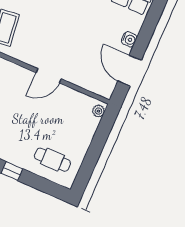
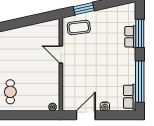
door: (49, 76) -> (61, 54), moved

